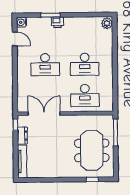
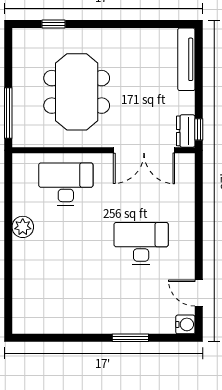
printer: (57, 22) -> (117, 324), removed
plant: (107, 23) -> (23, 227), moved
desk: (85, 64) -> (66, 244), removed
dresser: (22, 136) -> (186, 131), moved
meeting table: (92, 150) -> (77, 92), moved

